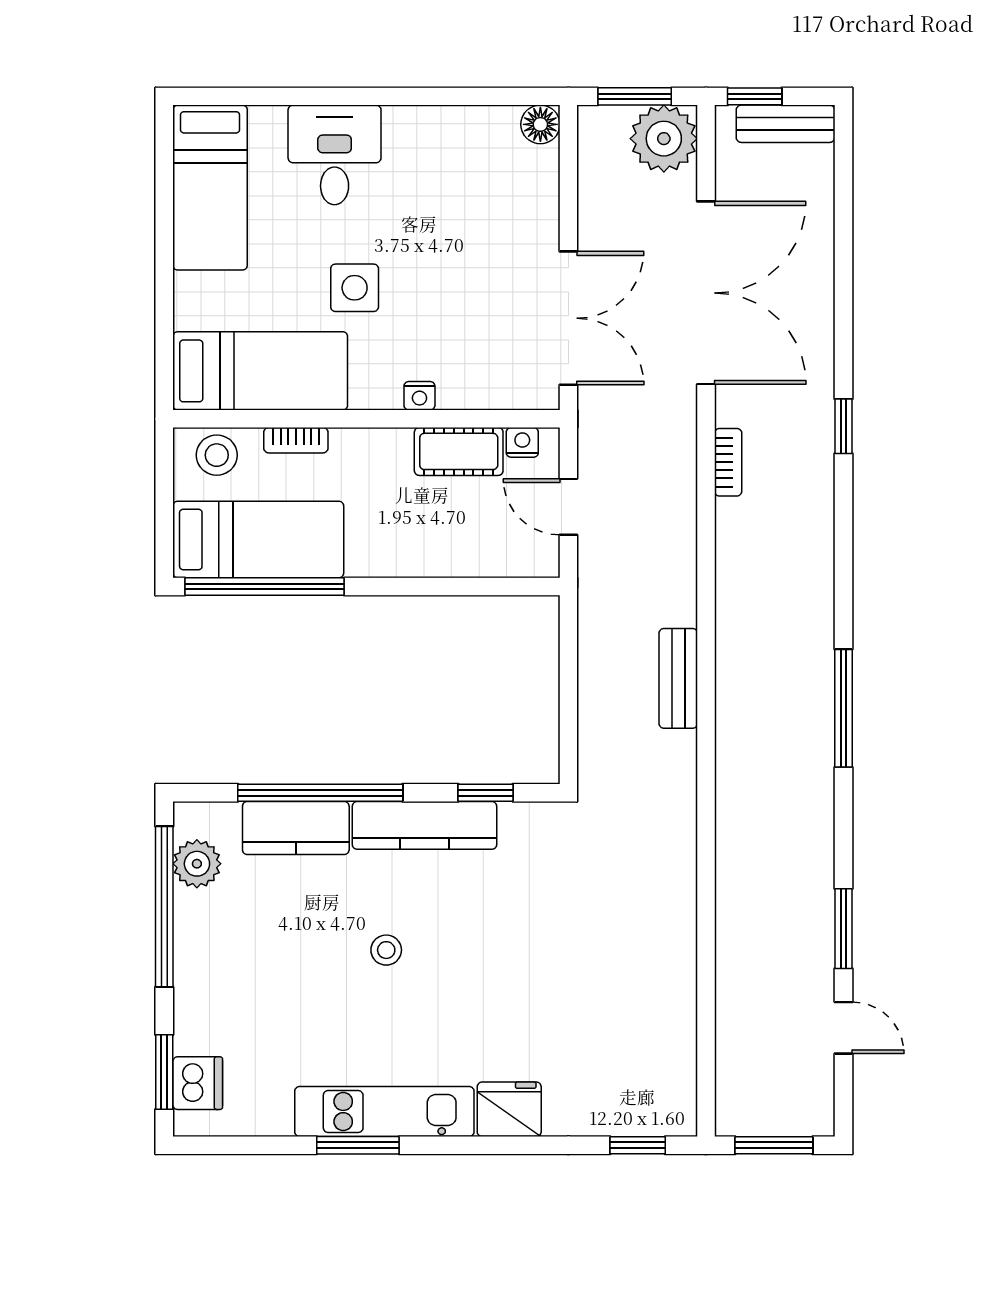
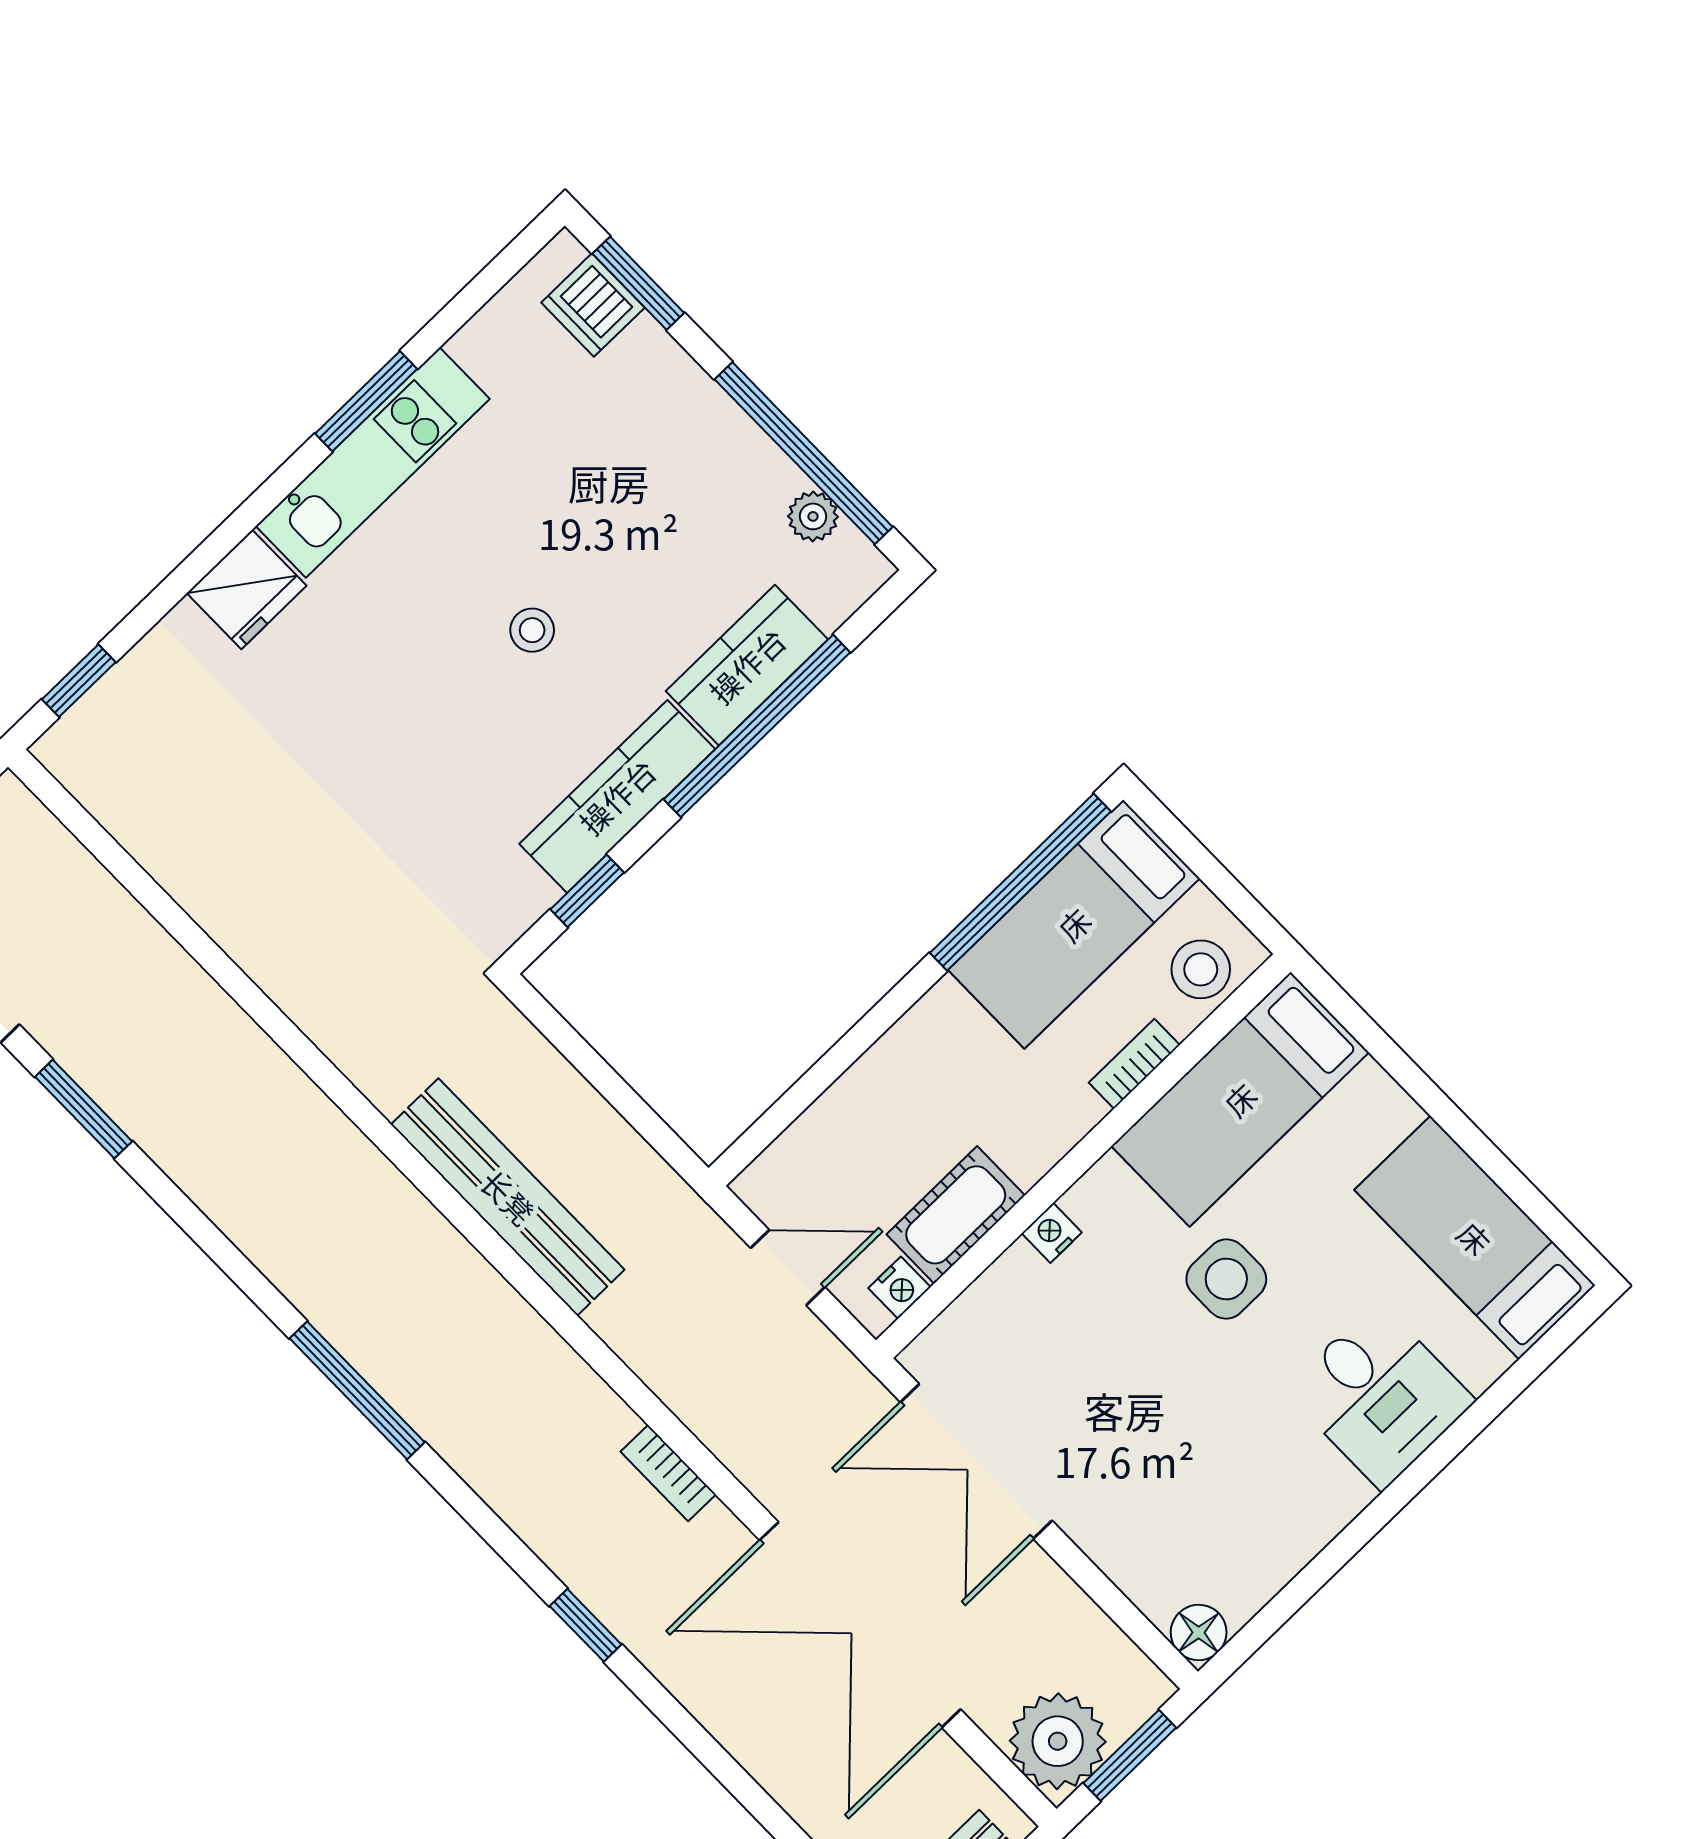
bench: (678, 678) -> (508, 1197), width x1.86, depth x1.21
window: (844, 708) -> (357, 1390), moved
plant: (197, 864) -> (813, 516), width x0.73, depth x0.73

